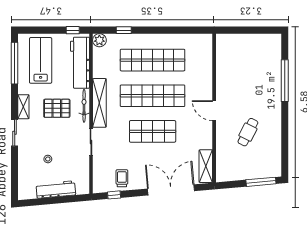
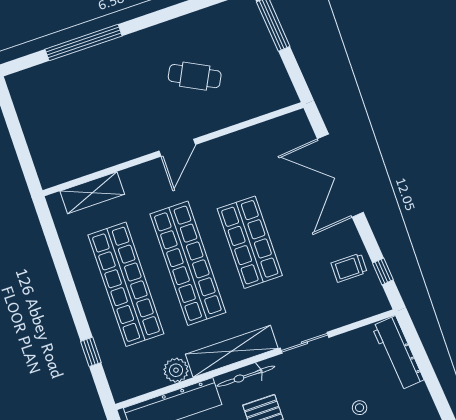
plant: (99, 40) -> (176, 370), moved
shelving: (206, 166) -> (92, 193), moved
workbench: (56, 189) -> (398, 353), moved

